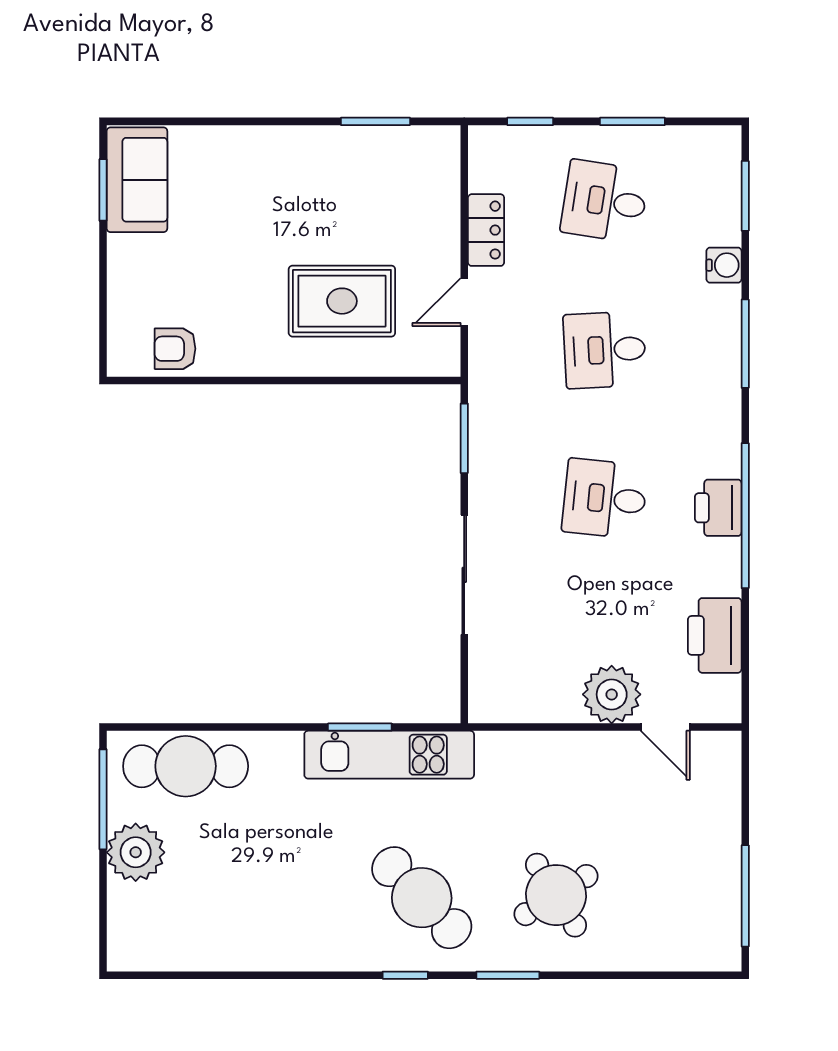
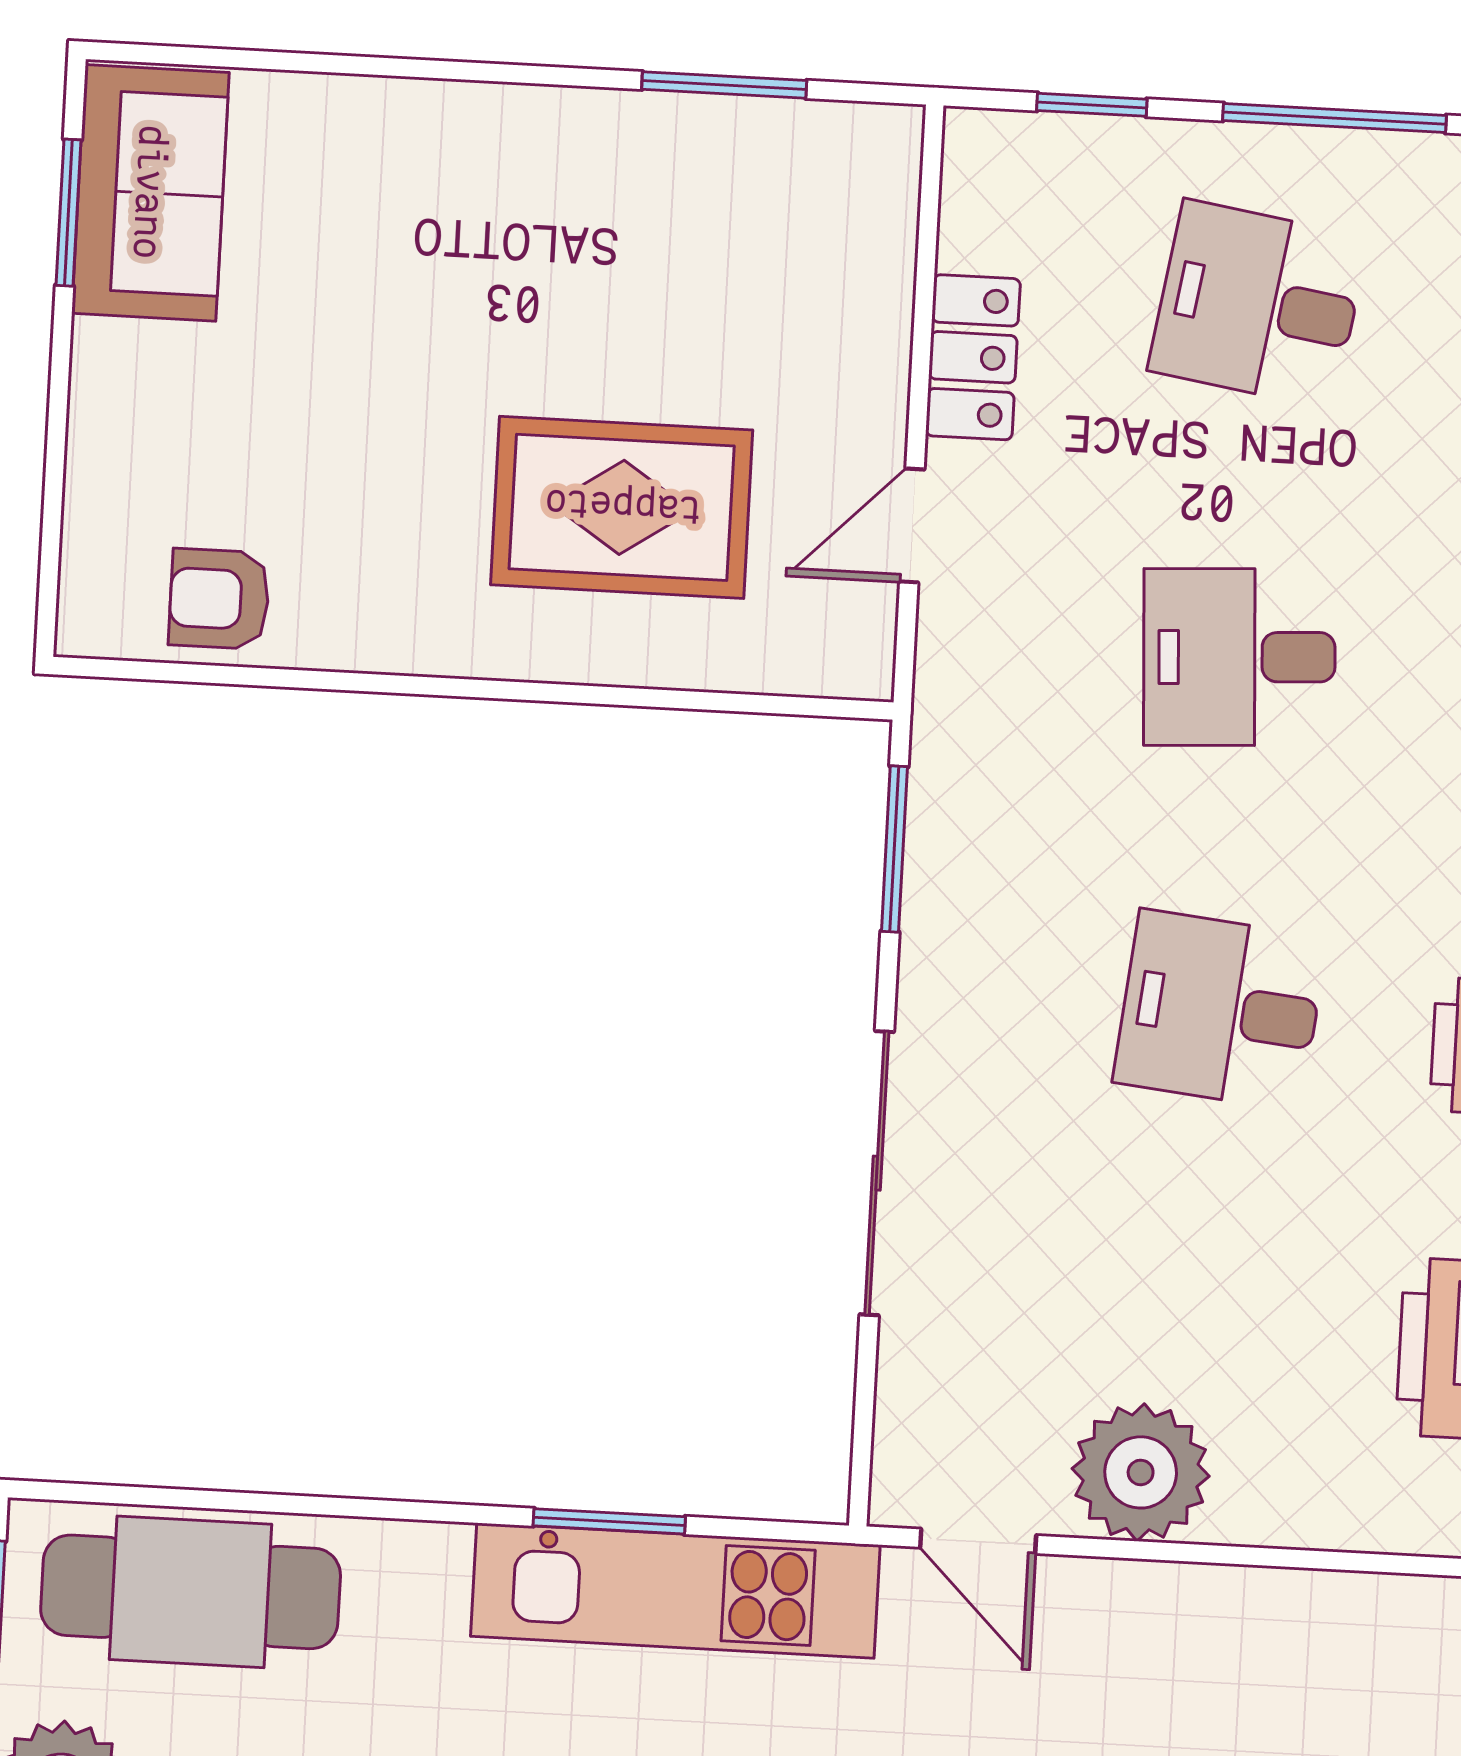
window: (632, 121) -> (1335, 118), width x1.44
plant: (612, 694) -> (1141, 1472), moved
door: (665, 727) -> (978, 1541), moved

